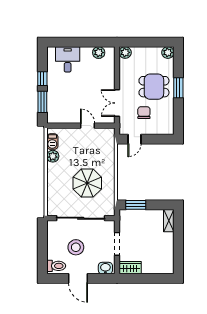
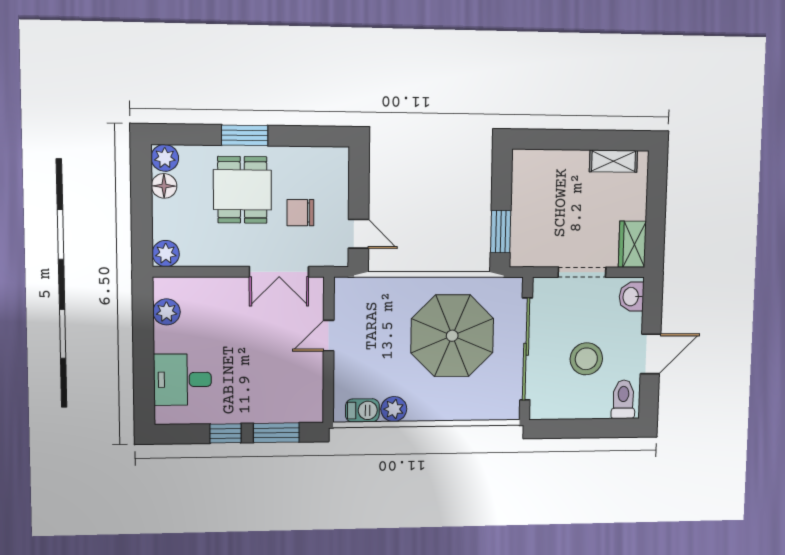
floor lamp: (155, 52) -> (164, 186), added
parasol: (87, 183) -> (452, 336), width x1.36, depth x1.36
shelving: (169, 221) -> (613, 161), moved

